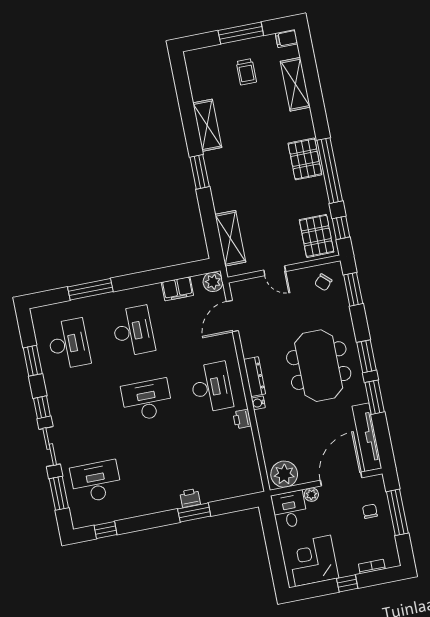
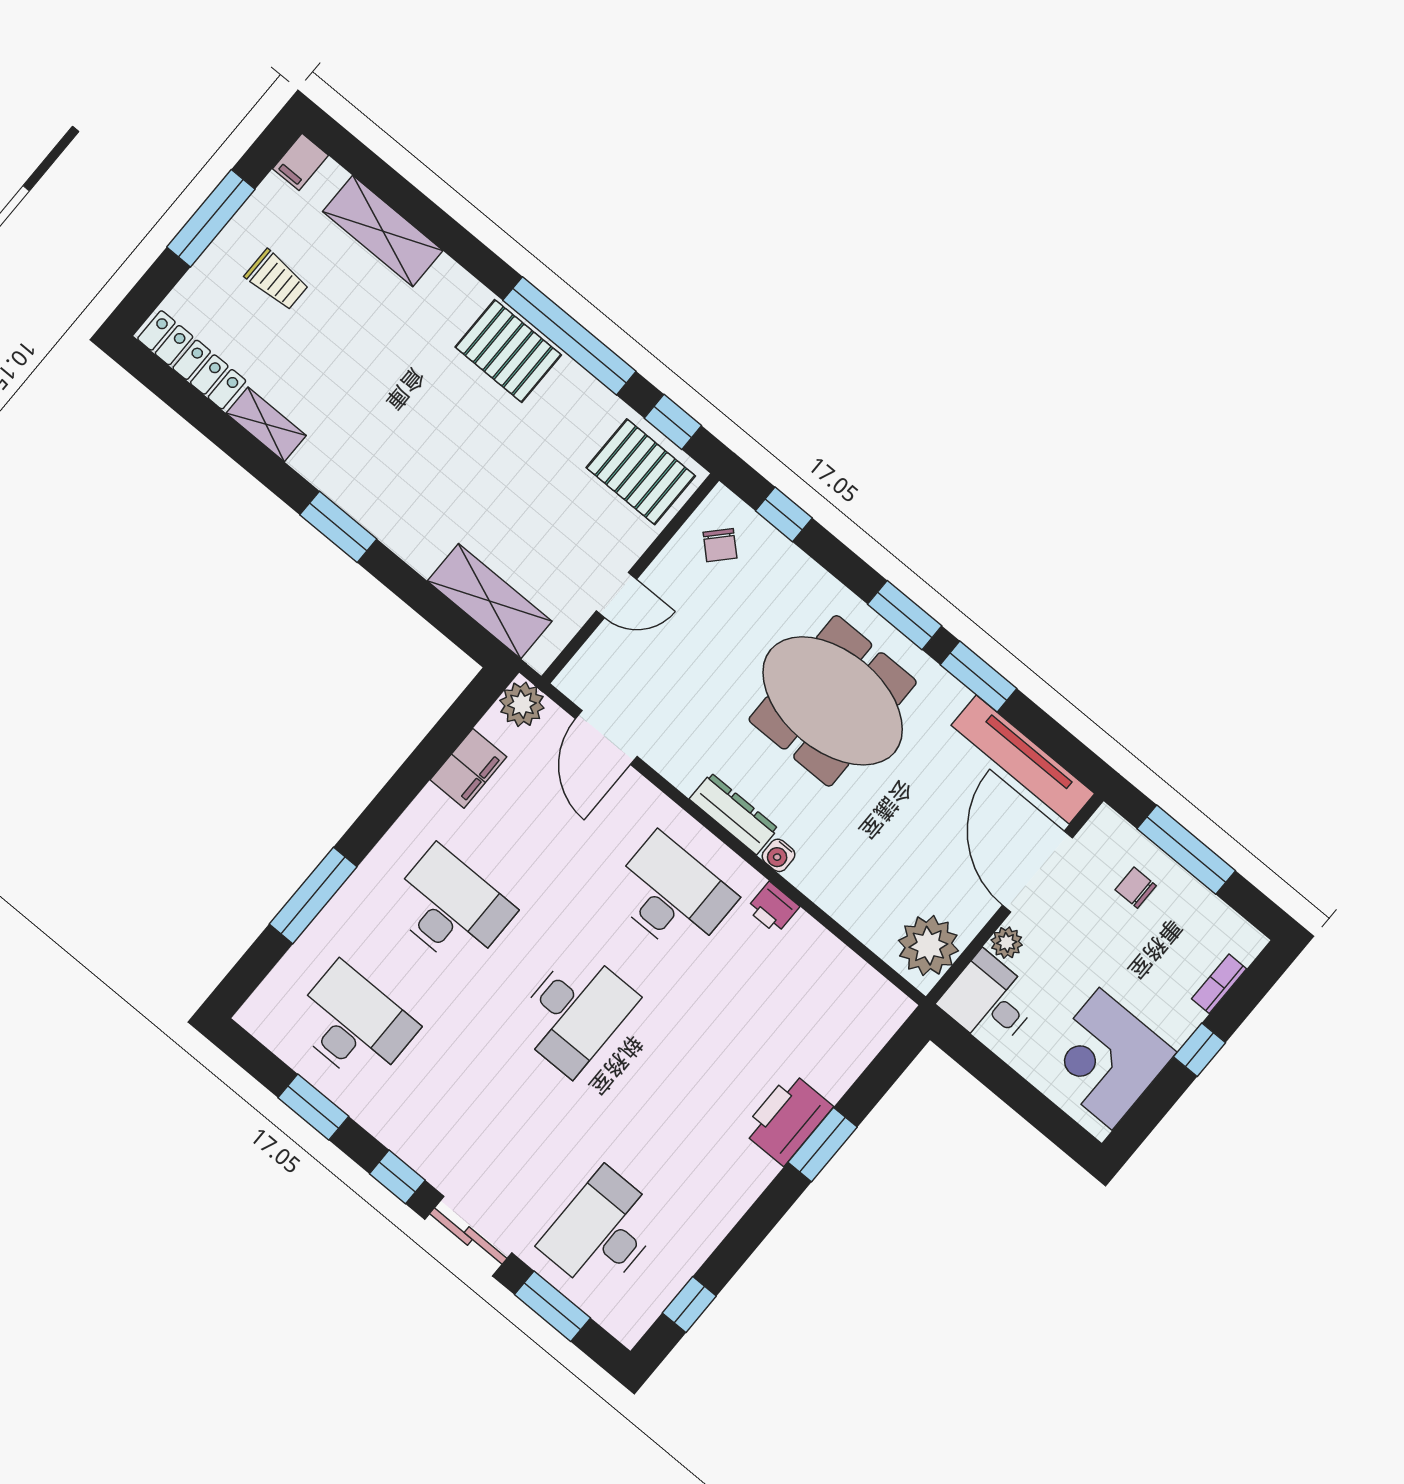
locker: (196, 75) -> (192, 360), added
shelving: (207, 125) -> (266, 424), width x0.67, depth x0.75
window: (353, 289) -> (784, 514), width x0.67
desk: (147, 400) -> (575, 1012), turned 180
printer: (190, 498) -> (787, 1119), width x1.87, depth x1.48

